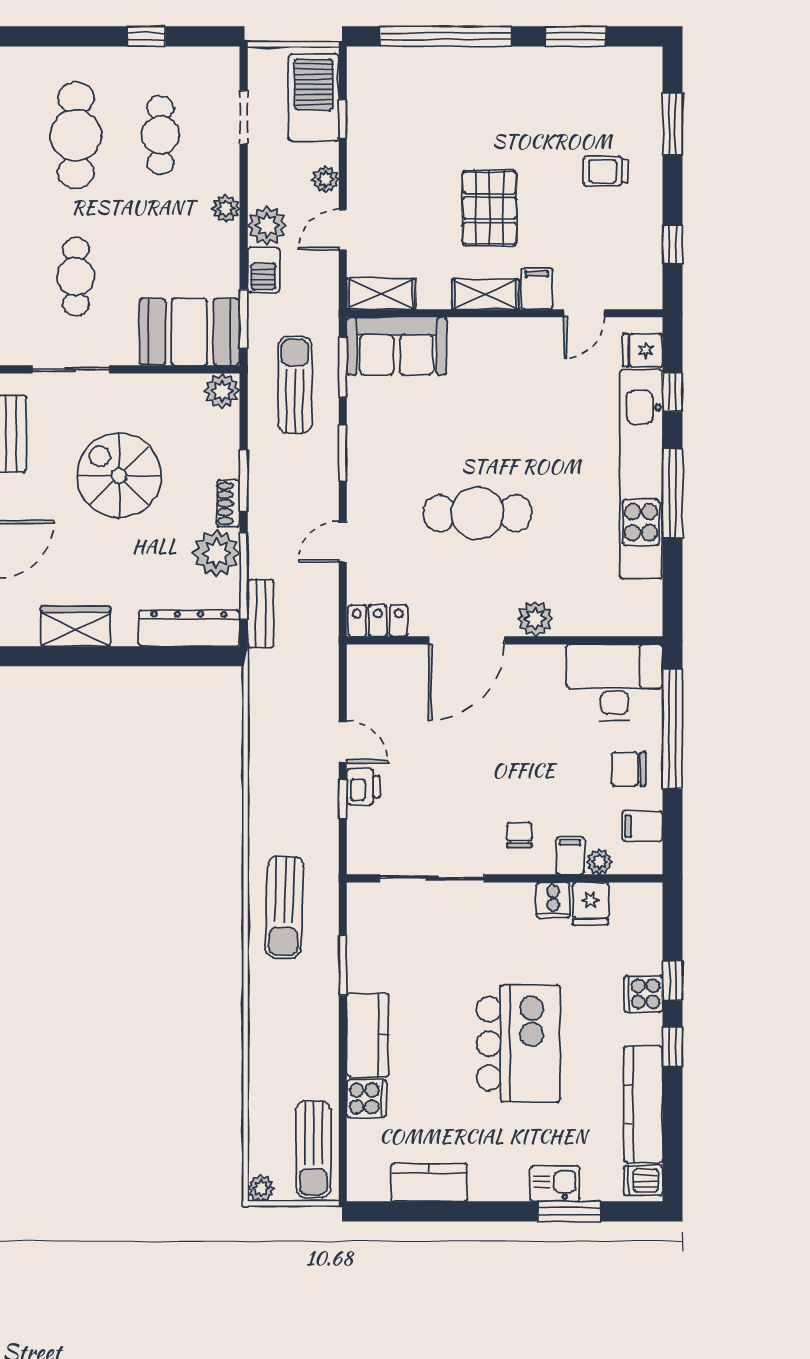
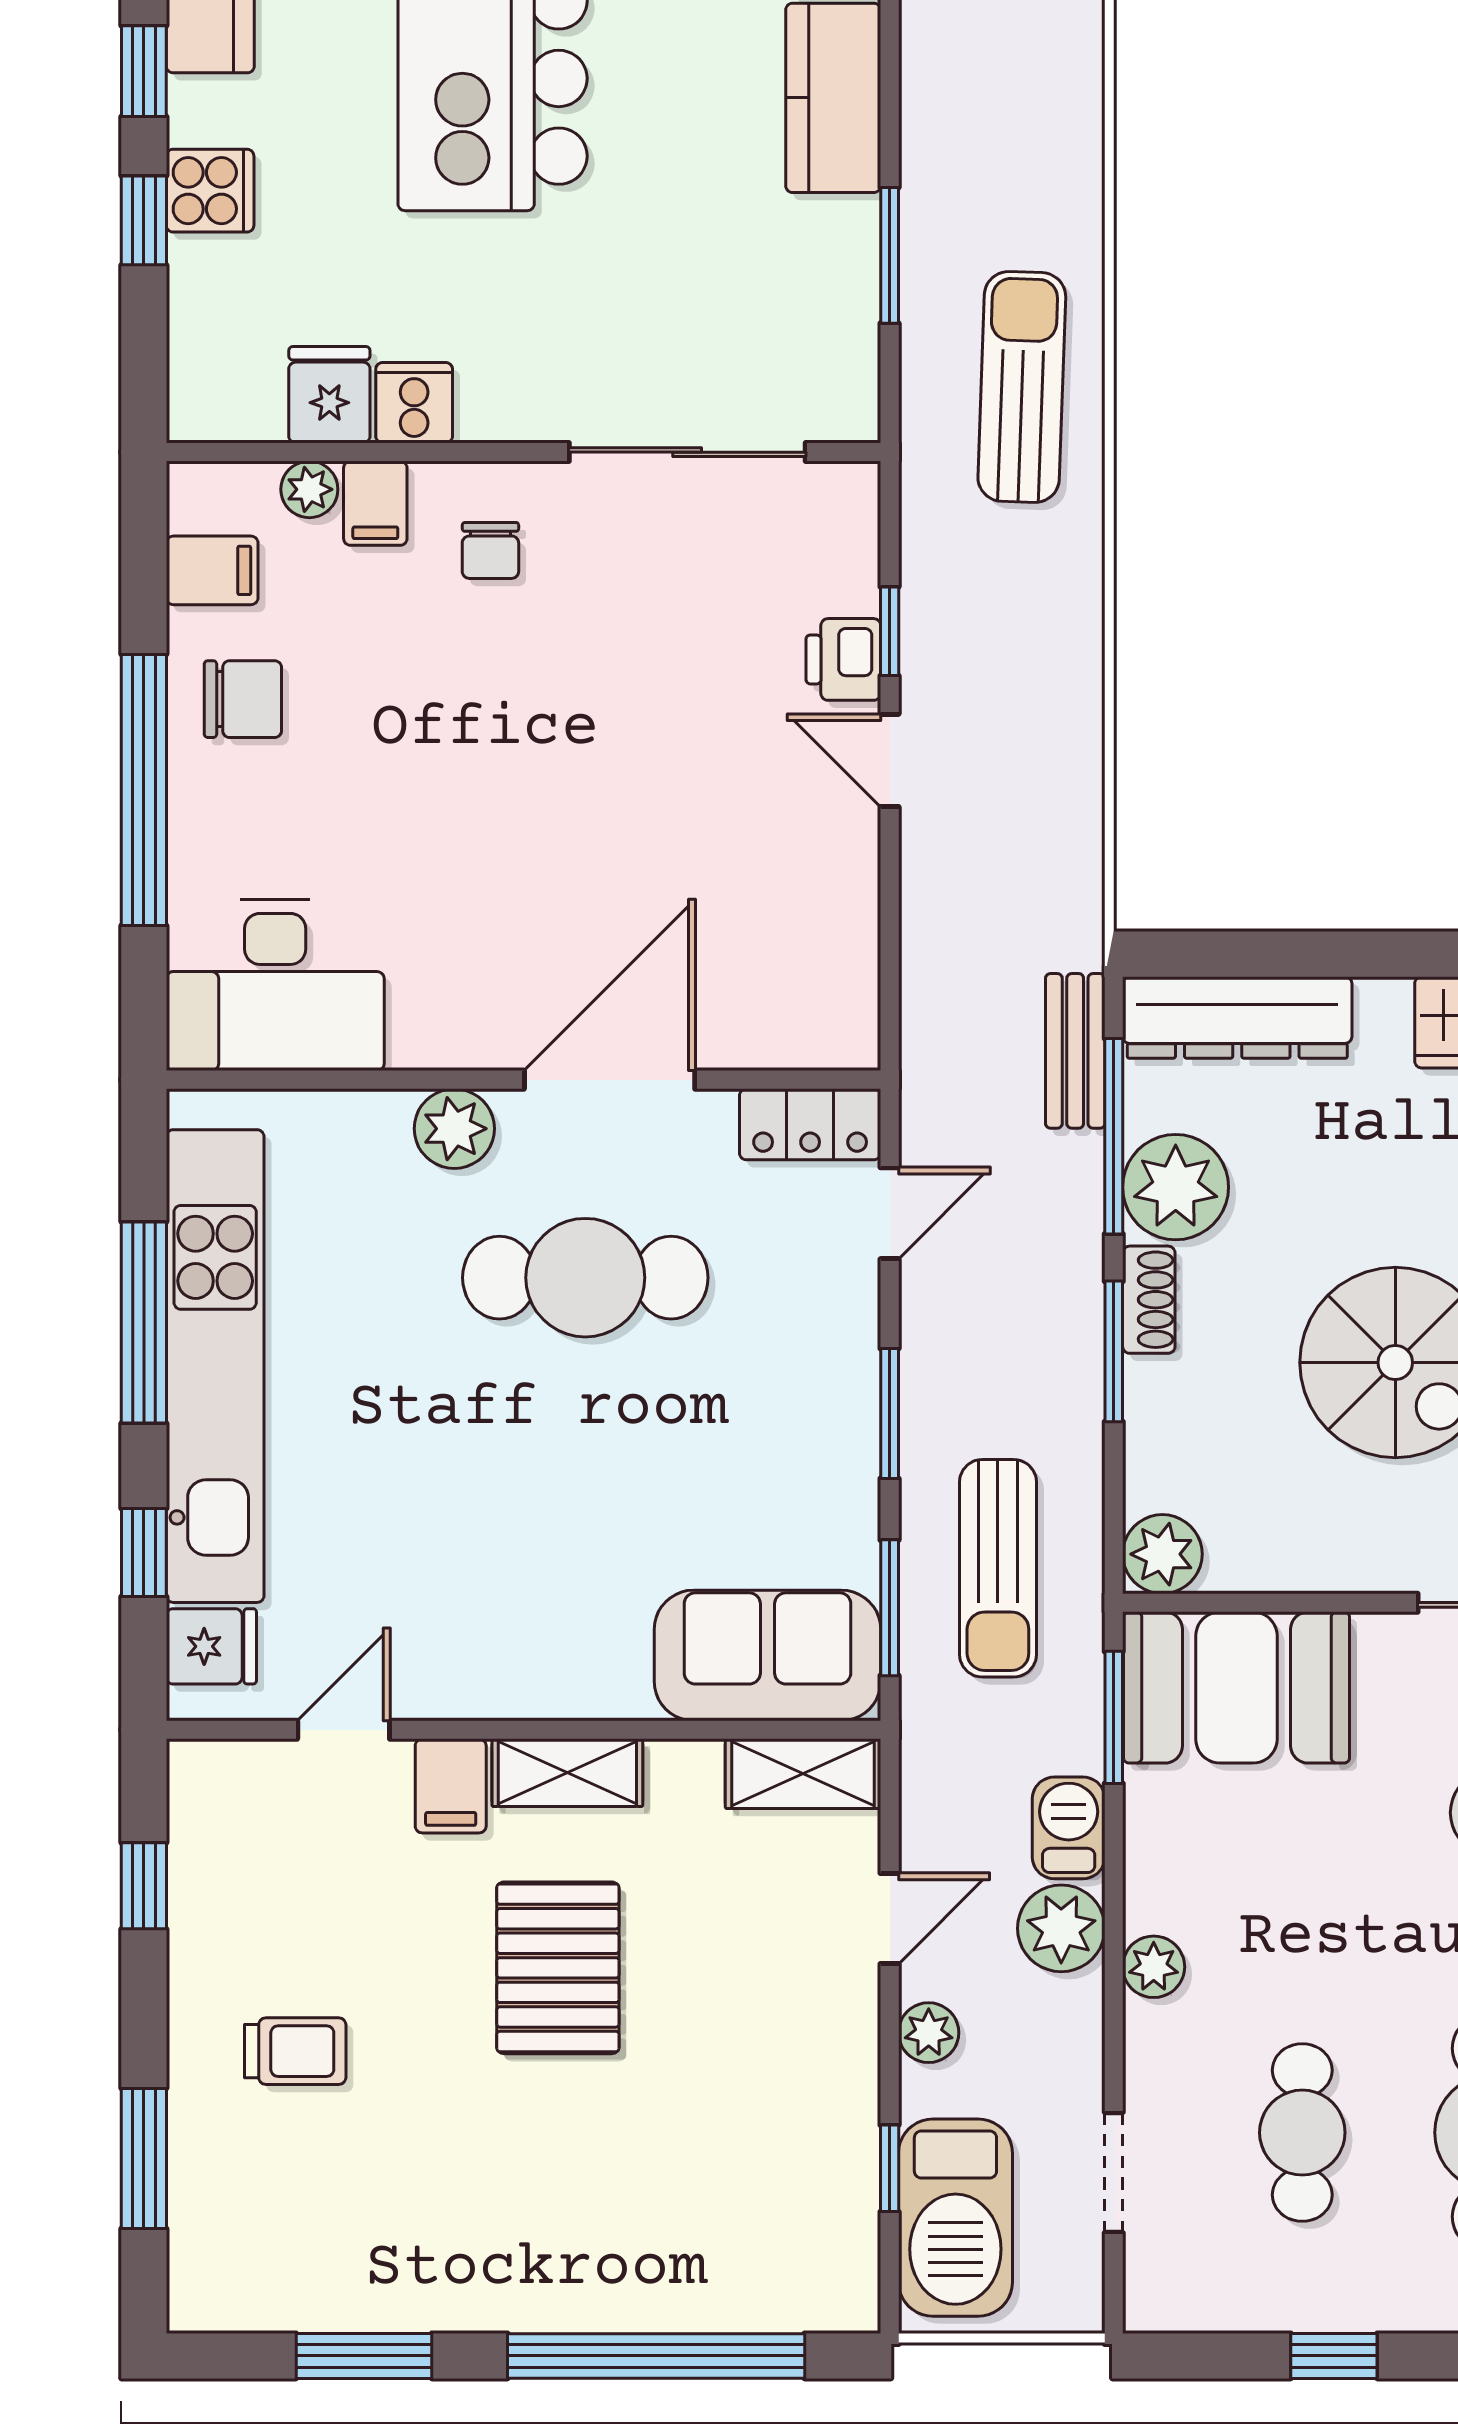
plant: (535, 619) -> (454, 1129), moved
locker: (378, 621) -> (810, 1124), moved
door: (467, 640) -> (610, 1080), moved
wall: (505, 640) -> (523, 1080), moved
desk: (614, 682) -> (275, 985), moved

